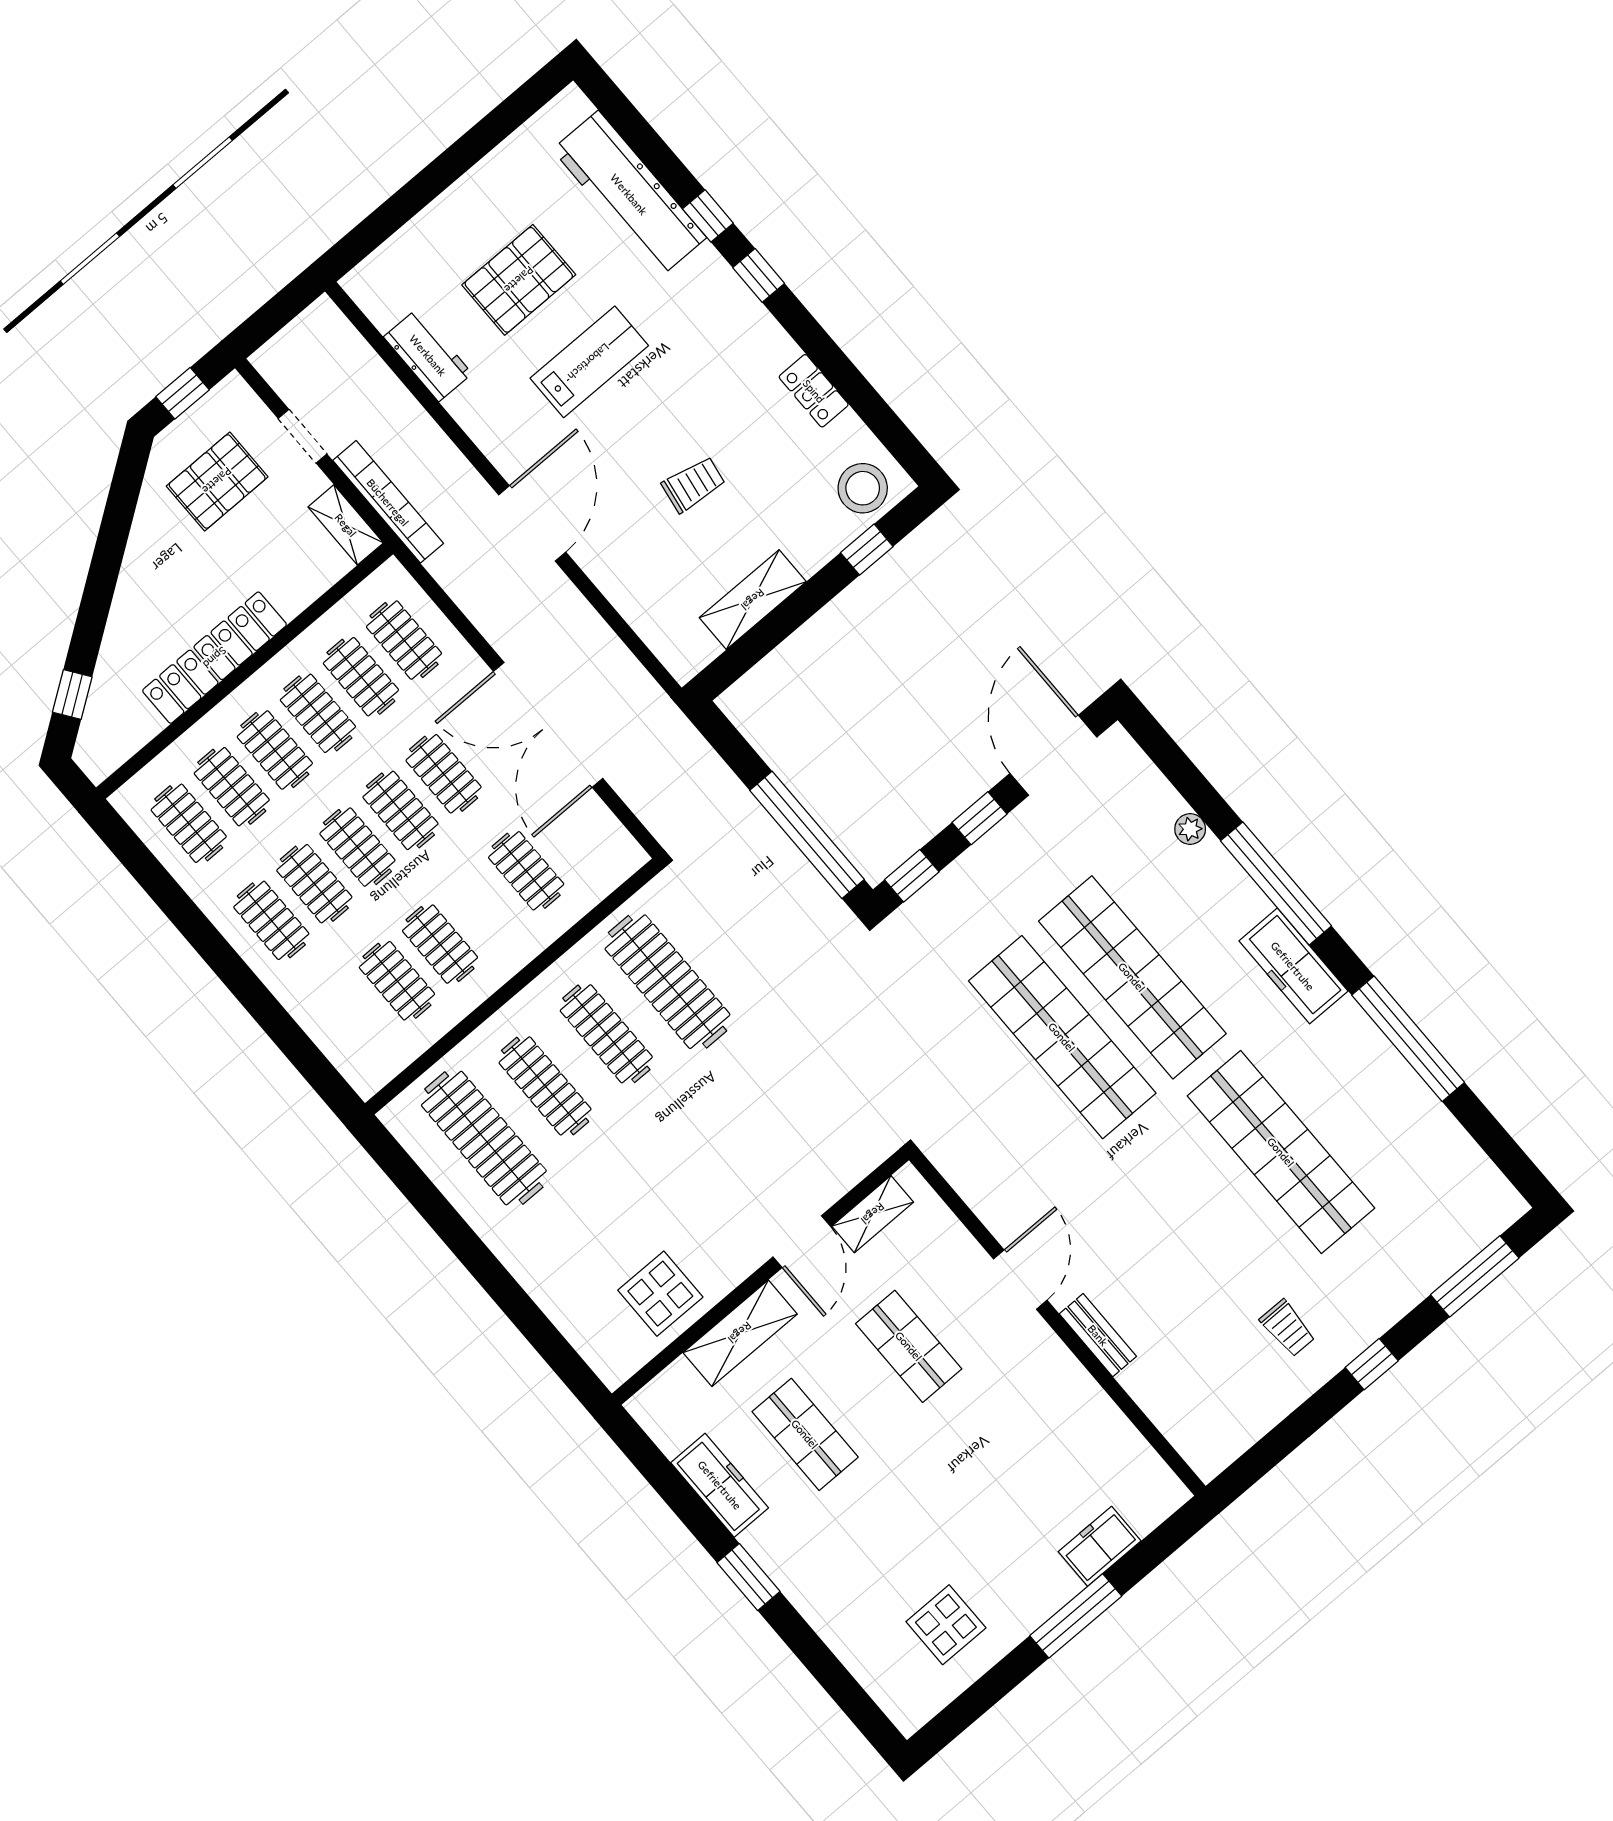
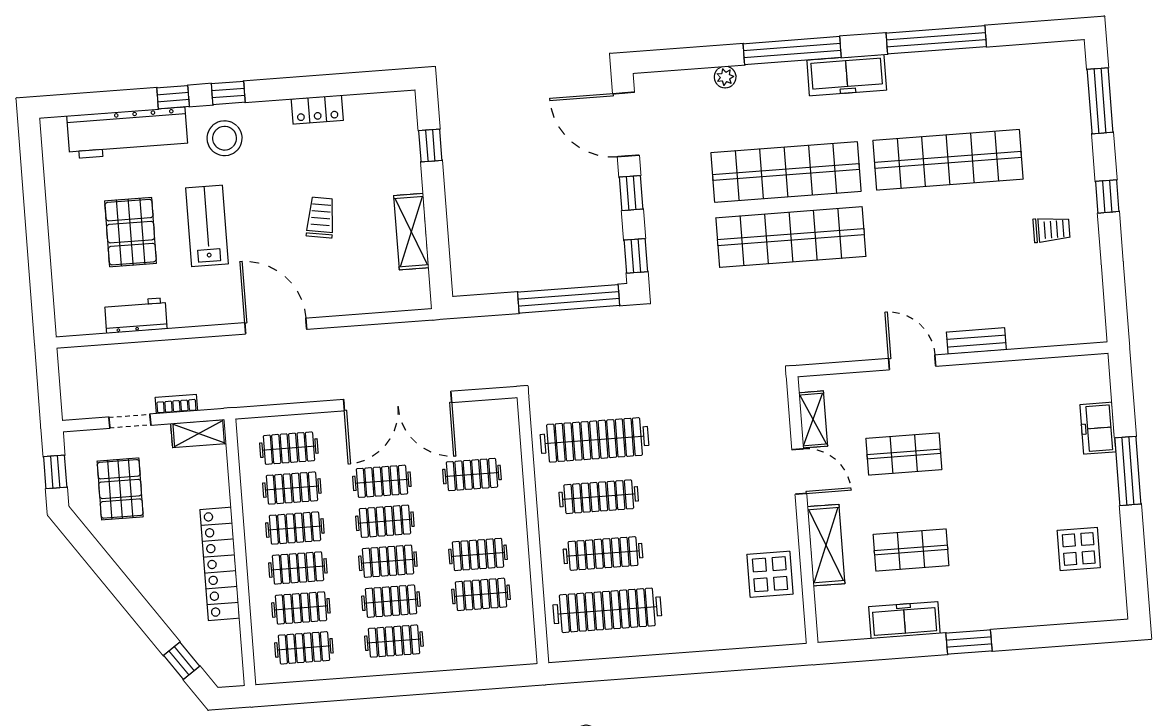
stool: (863, 488) -> (225, 138), moved
bookcase: (388, 502) -> (176, 404), width x0.43, depth x0.76

